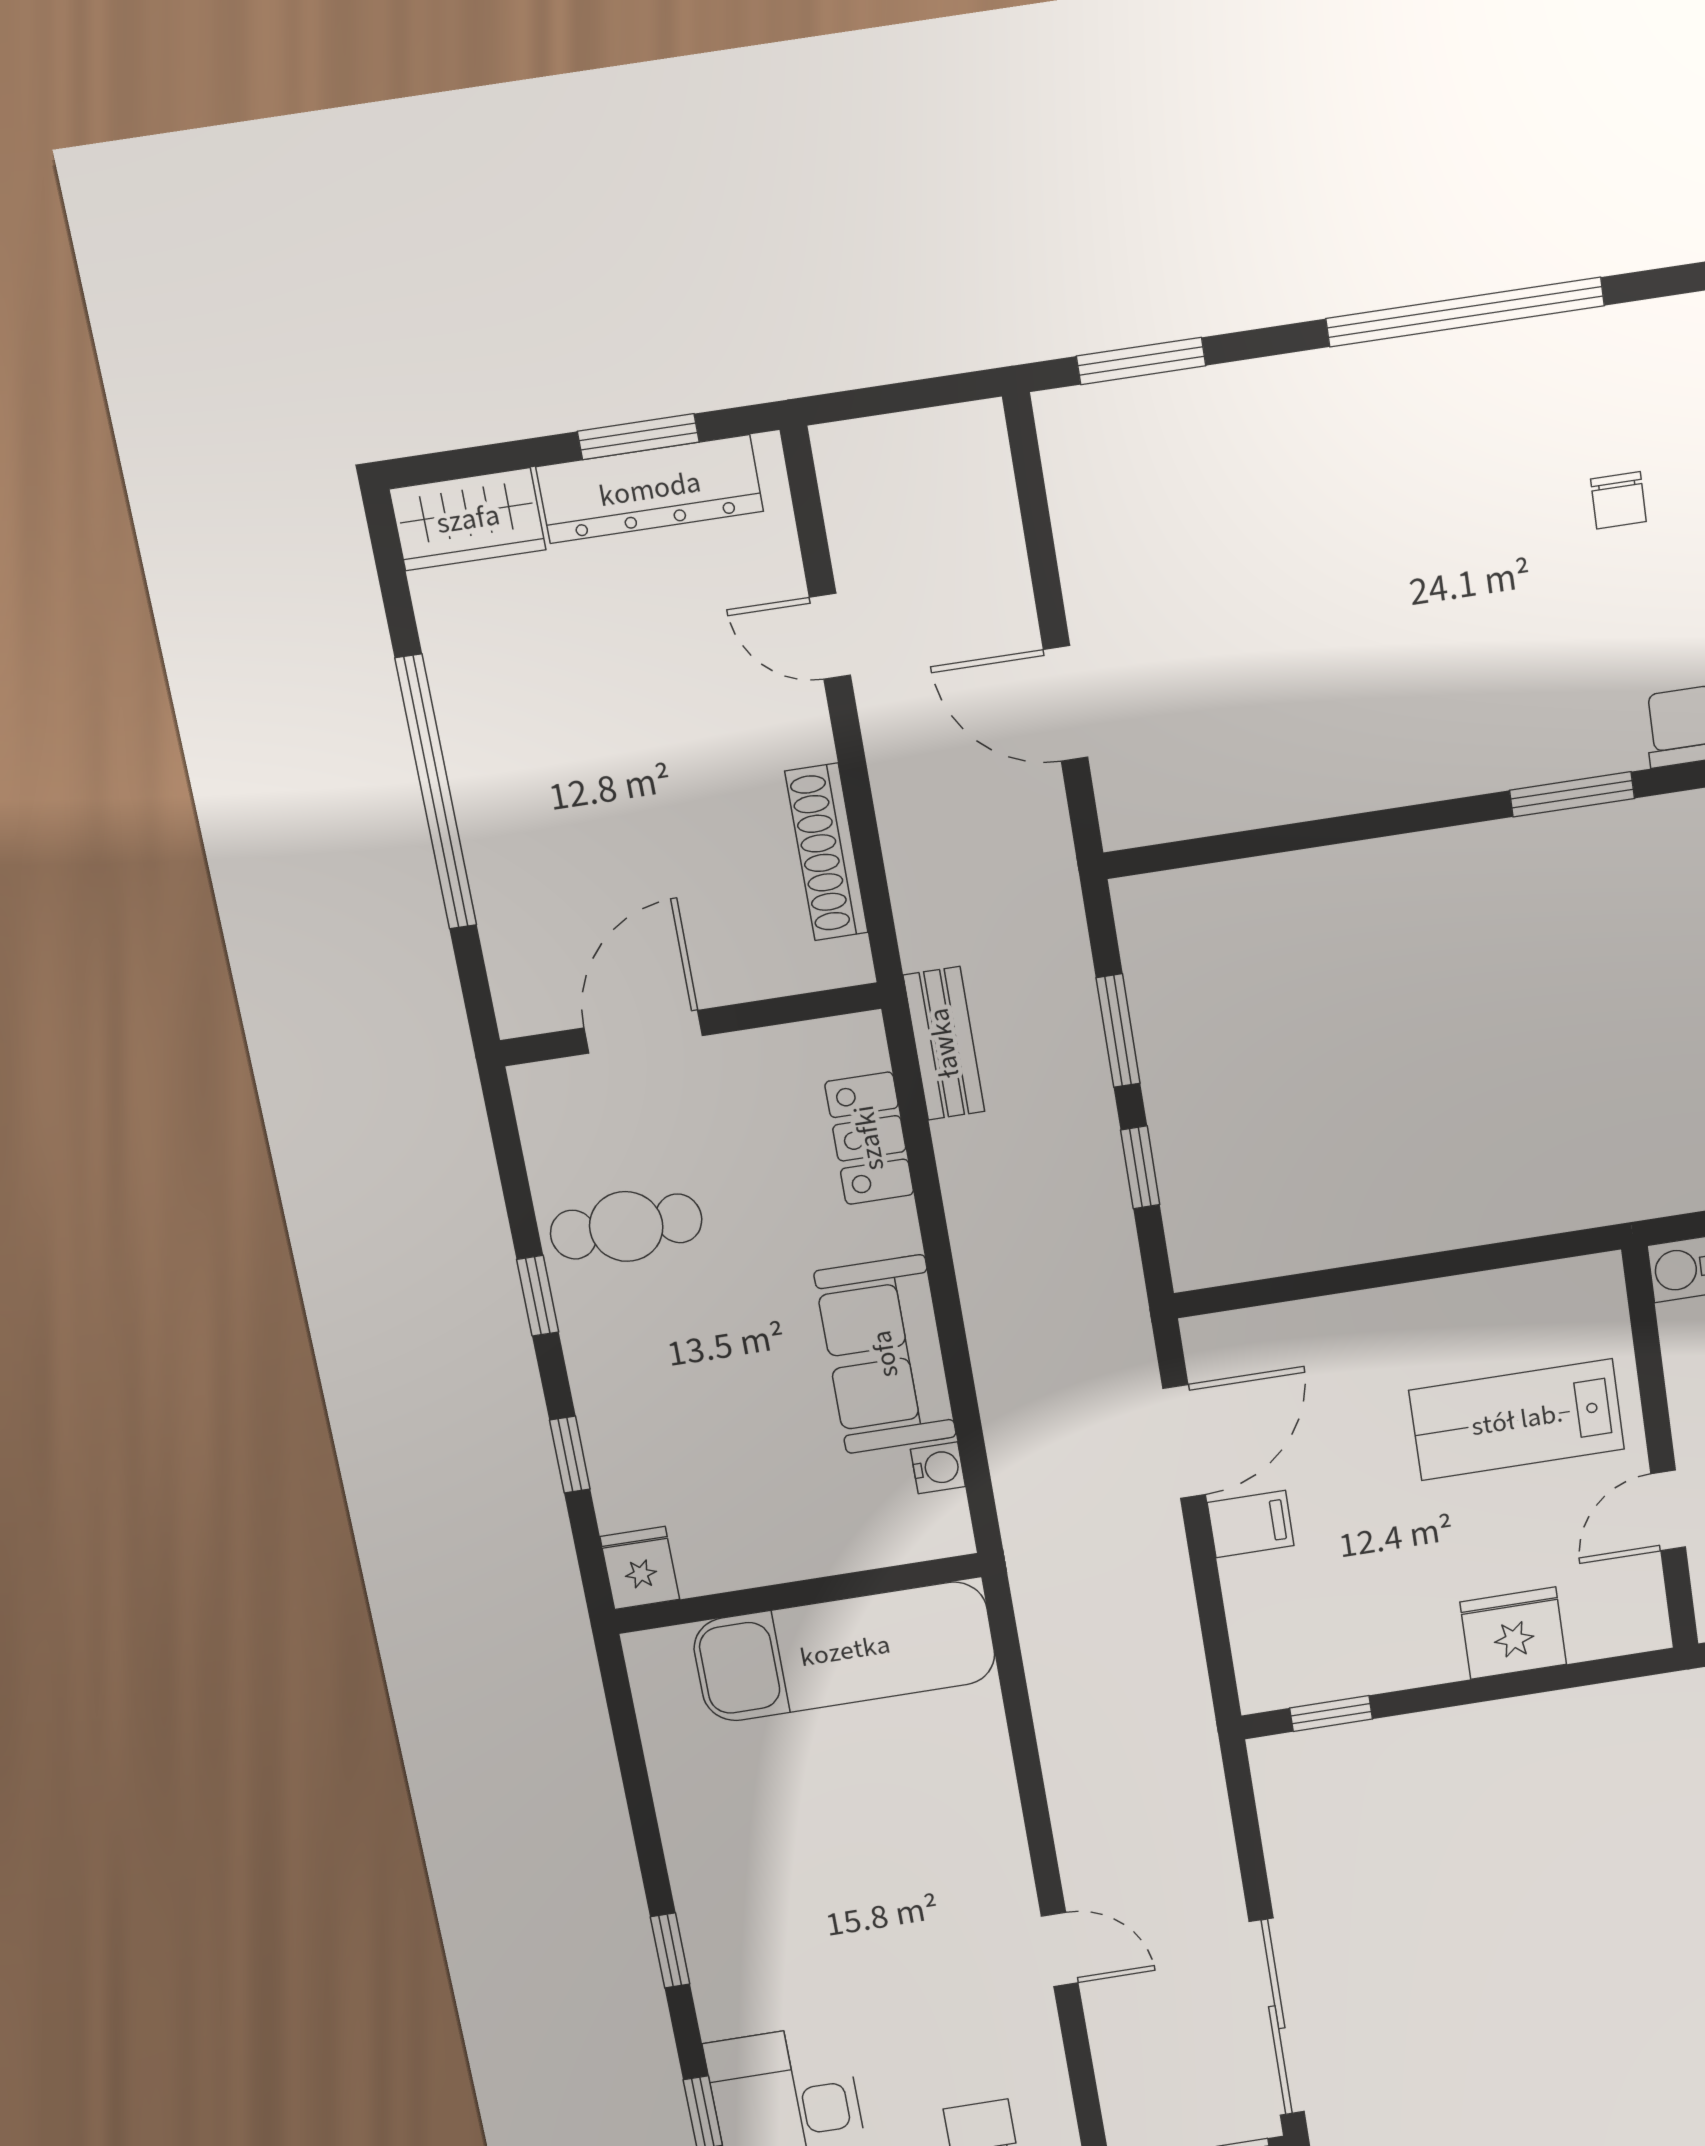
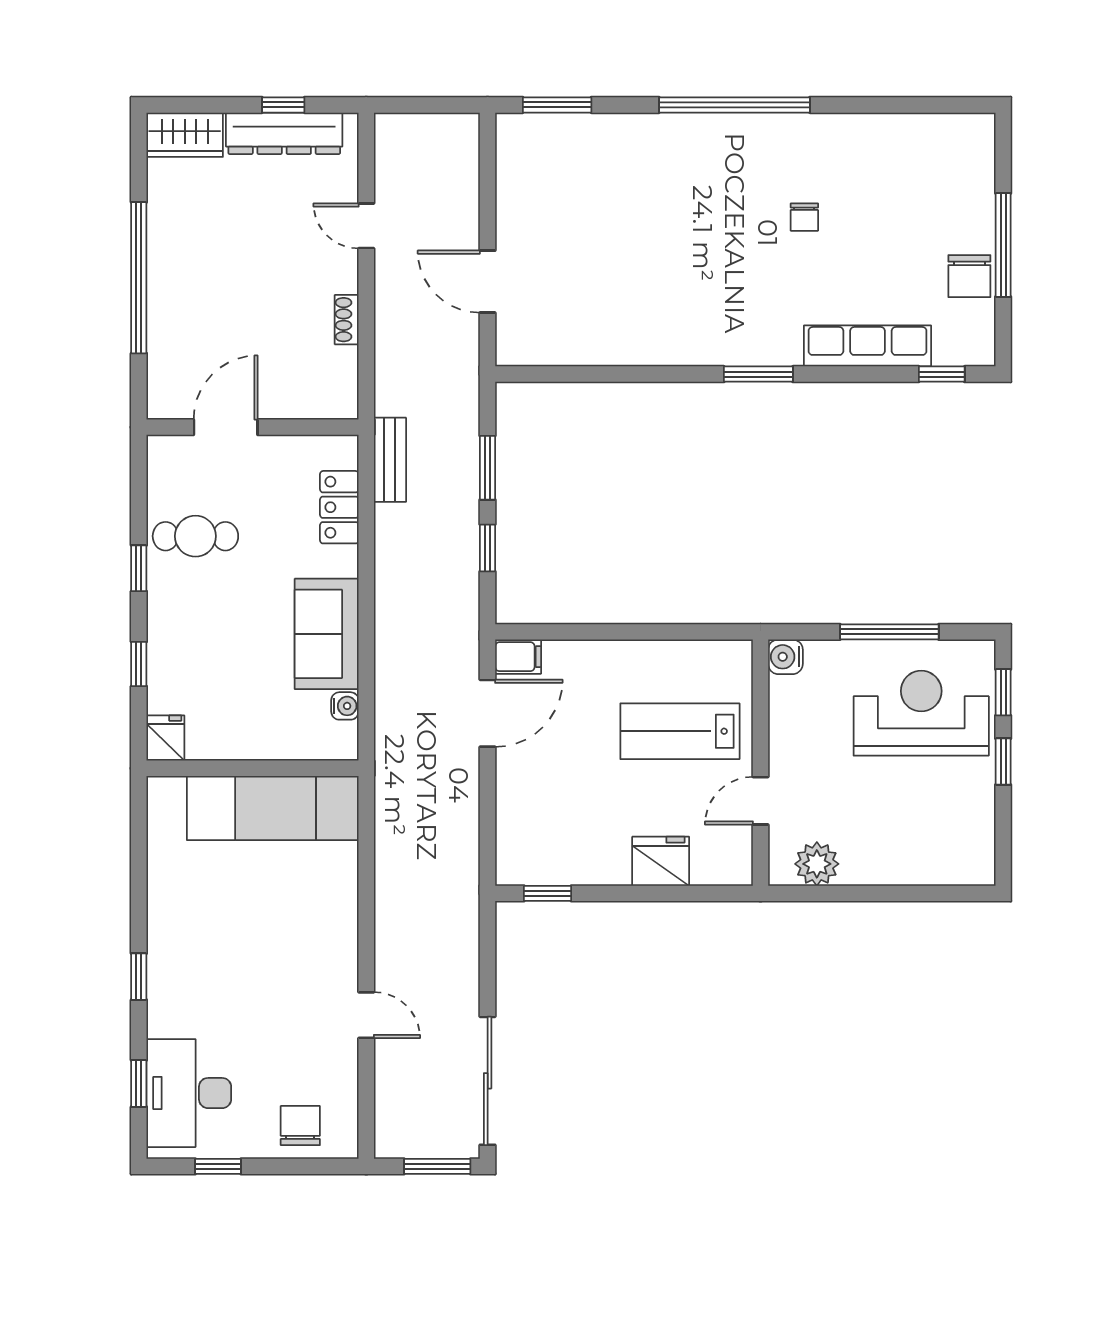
window: (638, 437) -> (283, 105), width x0.67
shoe rack: (827, 852) -> (347, 320), width x0.51, depth x0.81
filing cabinet: (1251, 1524) -> (518, 657), moved

